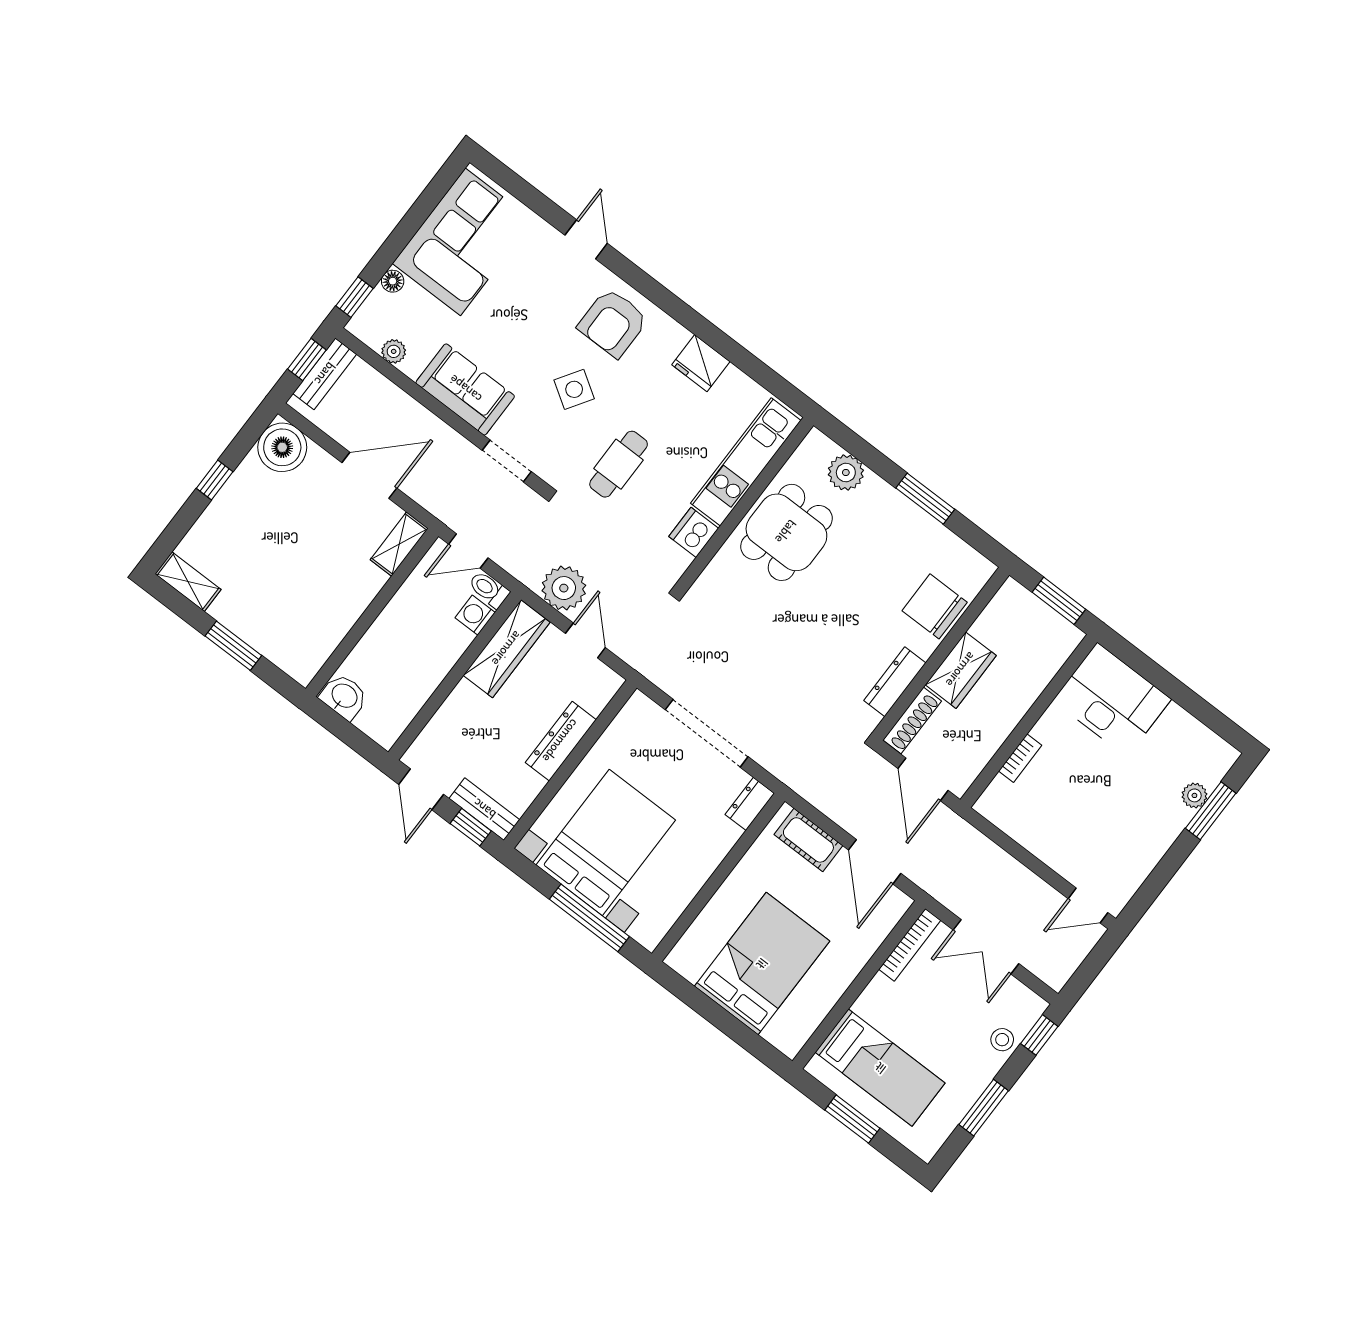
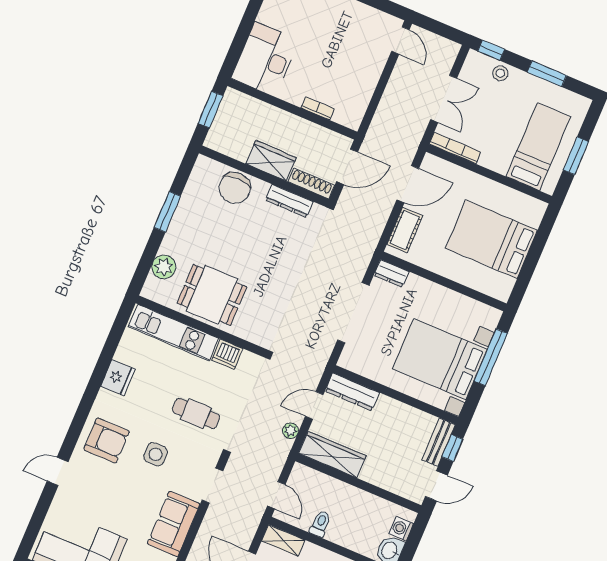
side table: (574, 389) -> (156, 454), turned -33
plant: (564, 588) -> (291, 431), width x0.53, depth x0.53
toilet: (489, 589) -> (320, 524), moved, turned 180
washing machine: (475, 615) -> (401, 529), moved, turned 90
dresser: (561, 741) -> (352, 392), moved

